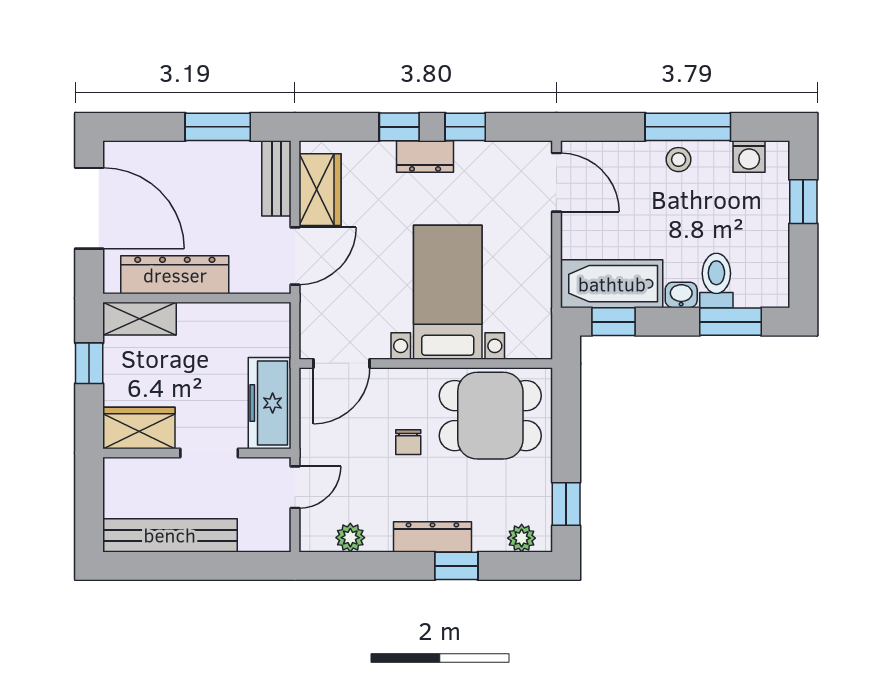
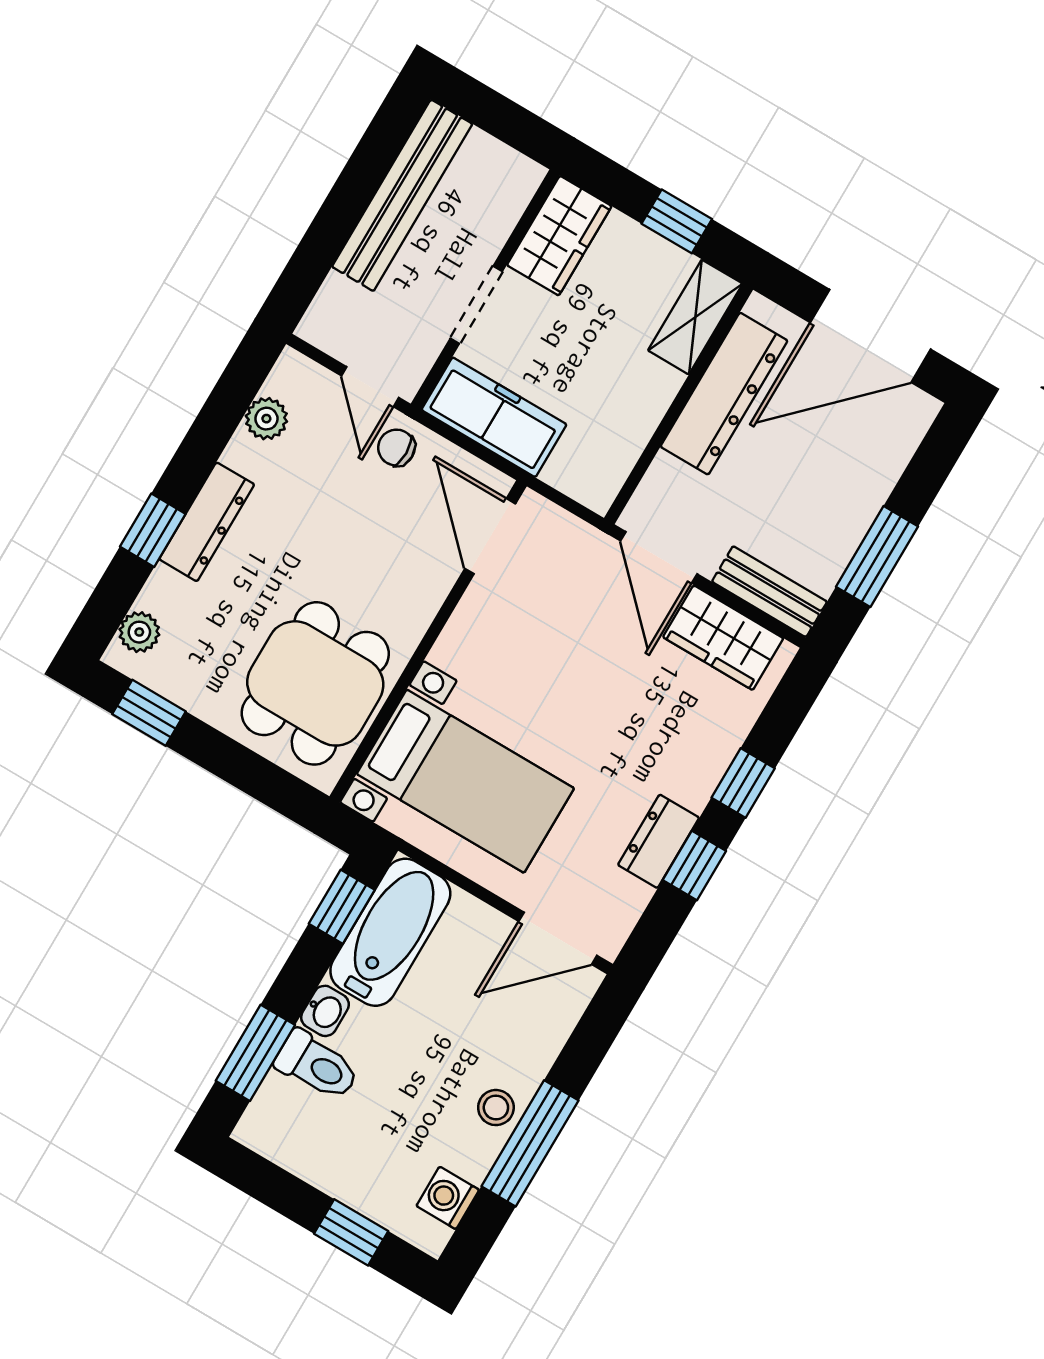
dresser: (425, 157) -> (659, 841), moved
bed with nightstands: (448, 292) -> (465, 781), moved
chair: (408, 442) -> (396, 448), moved

